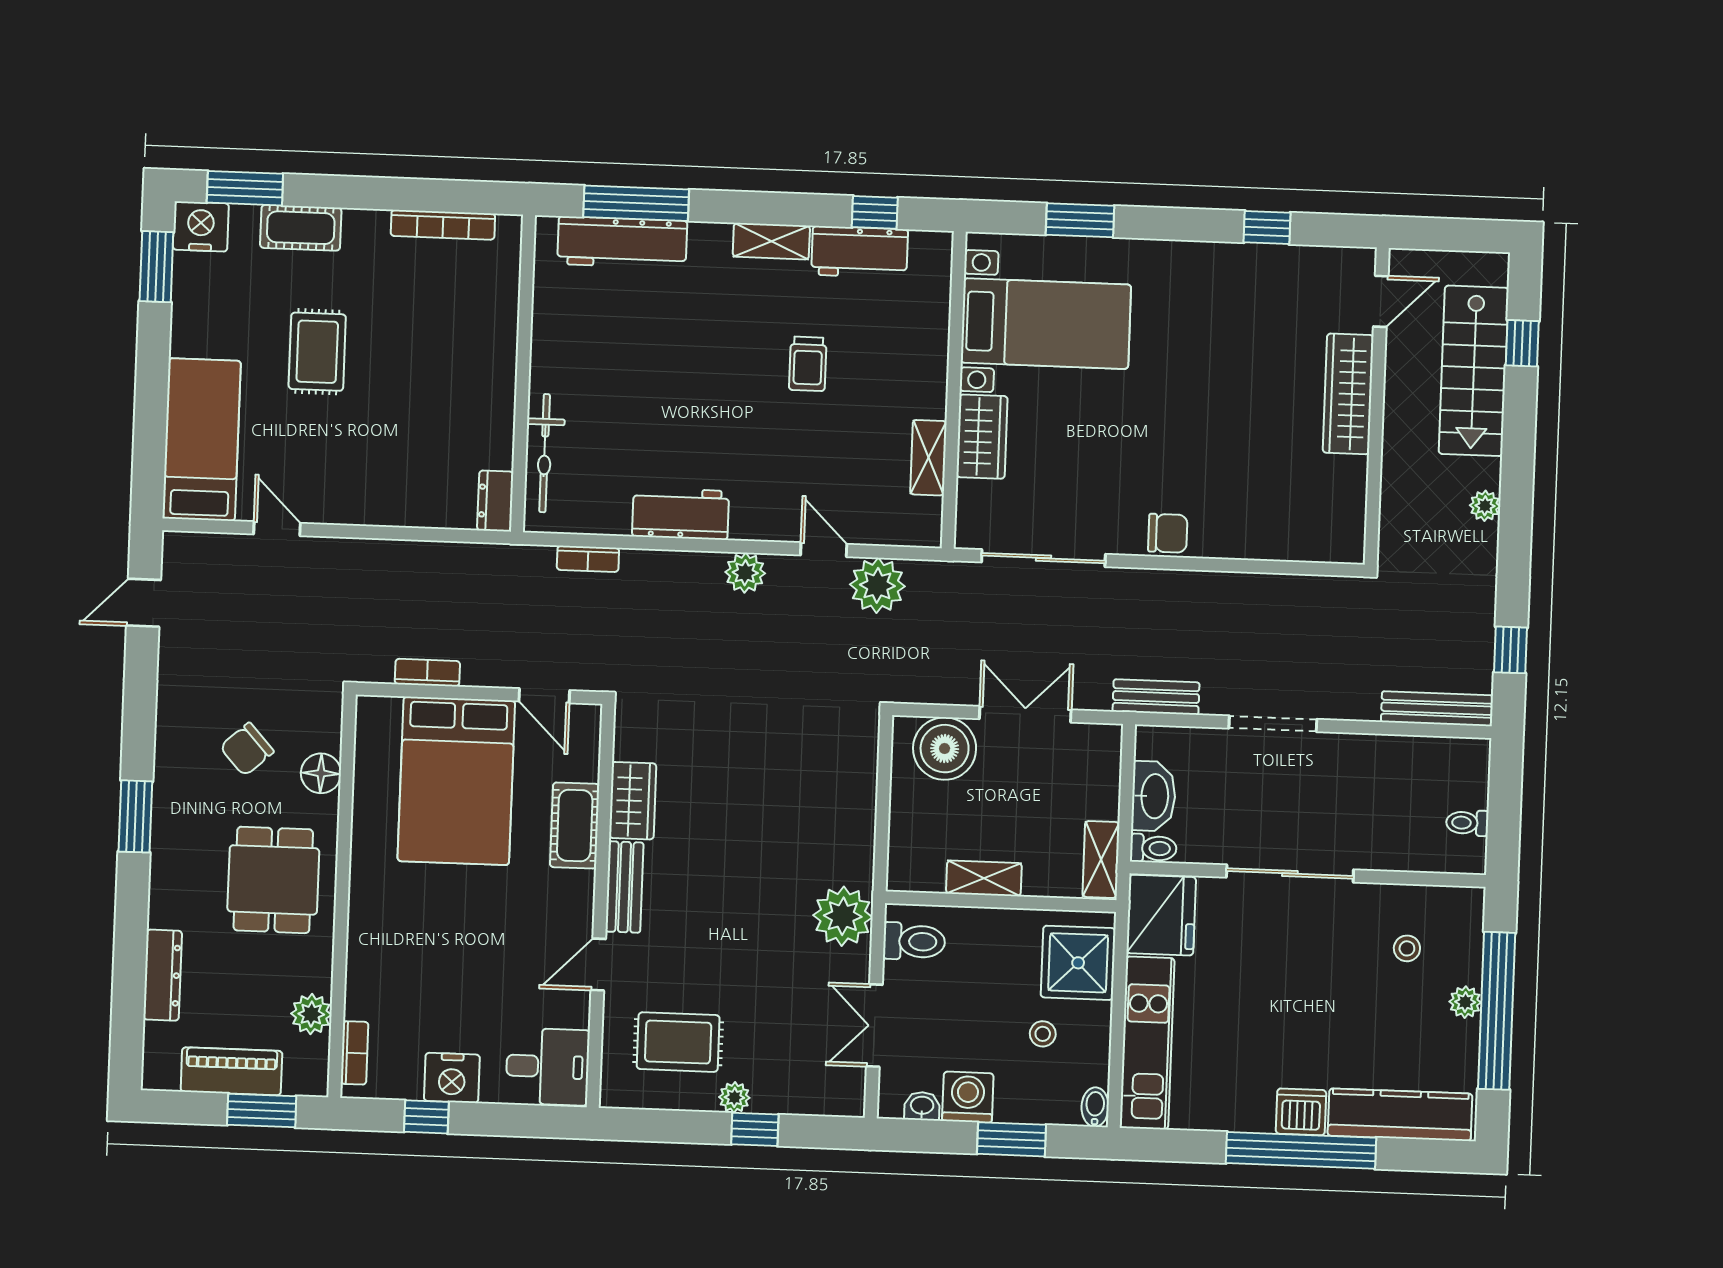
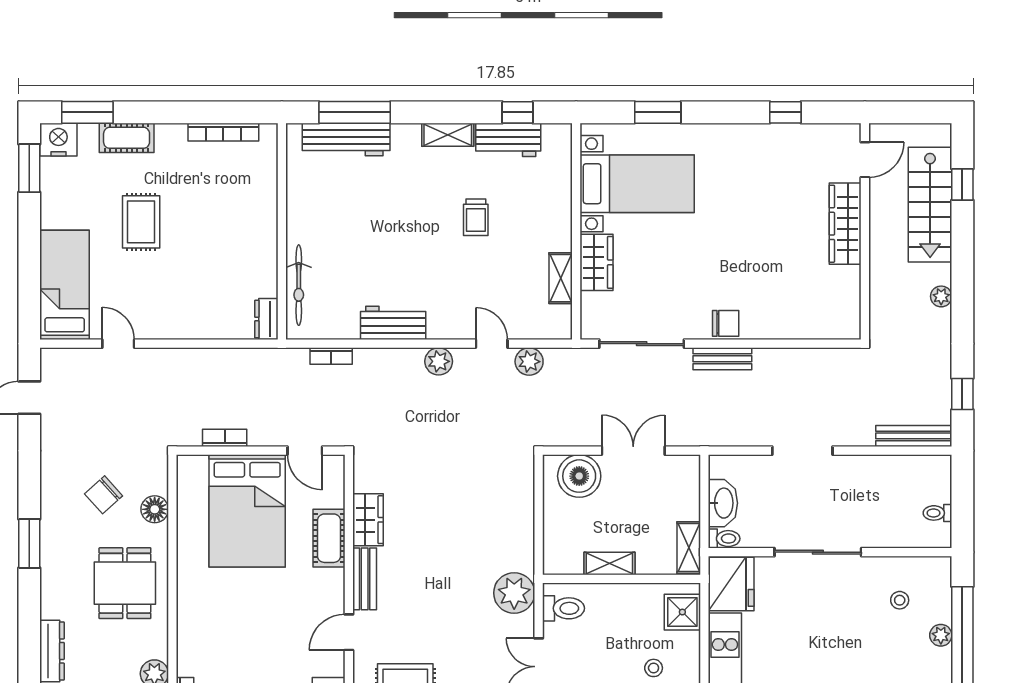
plant: (877, 585) -> (529, 362), width x0.73, depth x0.73
bench: (1156, 697) -> (722, 359), moved
shower: (1078, 963) -> (682, 612), width x0.73, depth x0.73

